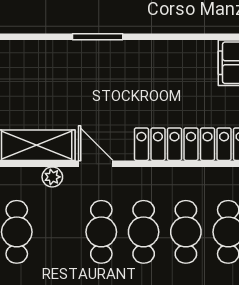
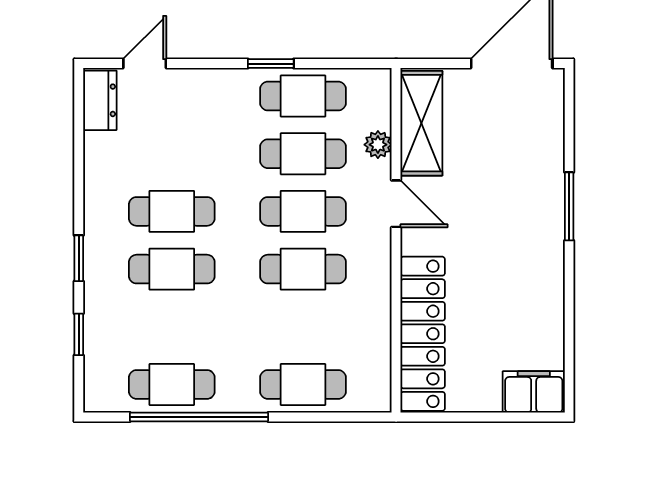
door: (96, 164) -> (396, 204), hinge flipped
cafe table: (186, 232) -> (303, 154), moved

